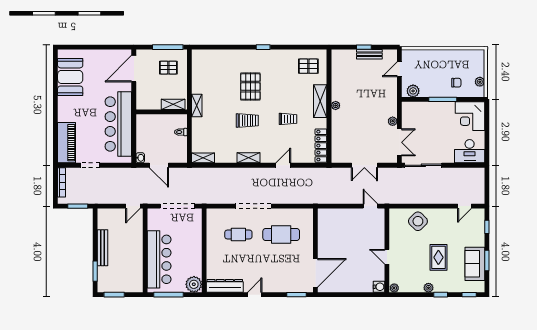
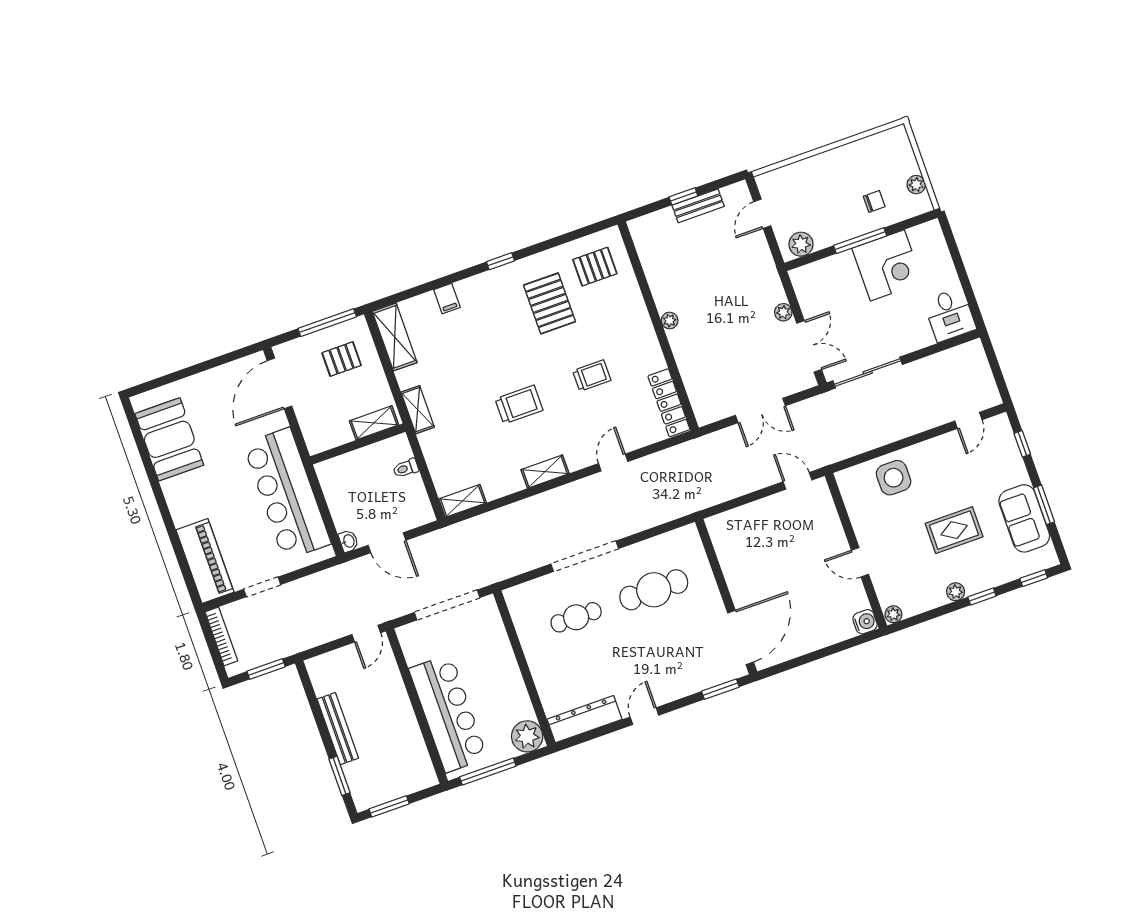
filing cabinet: (230, 56) -> (447, 298), added
pallet: (250, 87) -> (550, 303), moved
shelving: (320, 101) -> (395, 337), moved
corner desk: (470, 116) -> (887, 265), moved, turned -90
desk: (470, 151) -> (950, 315), width x0.73
side table: (418, 221) -> (894, 478), turned 45
rug: (438, 257) -> (954, 530), turned 90

